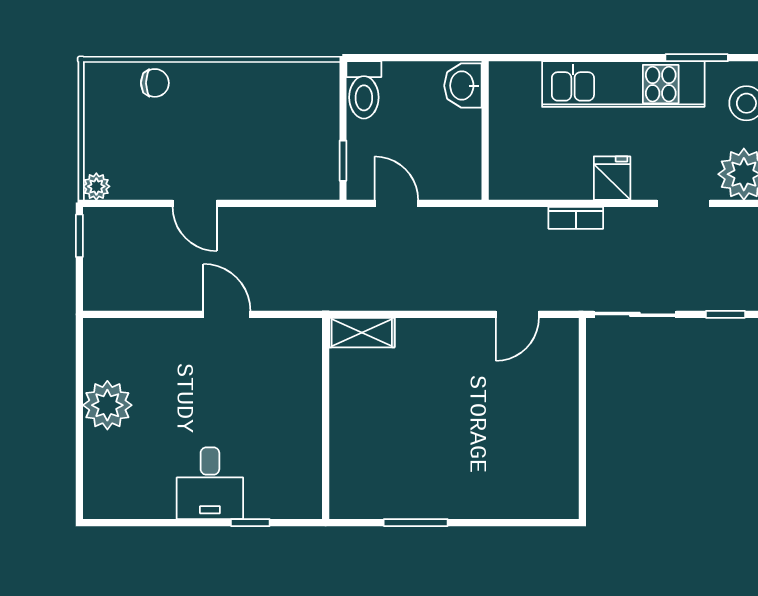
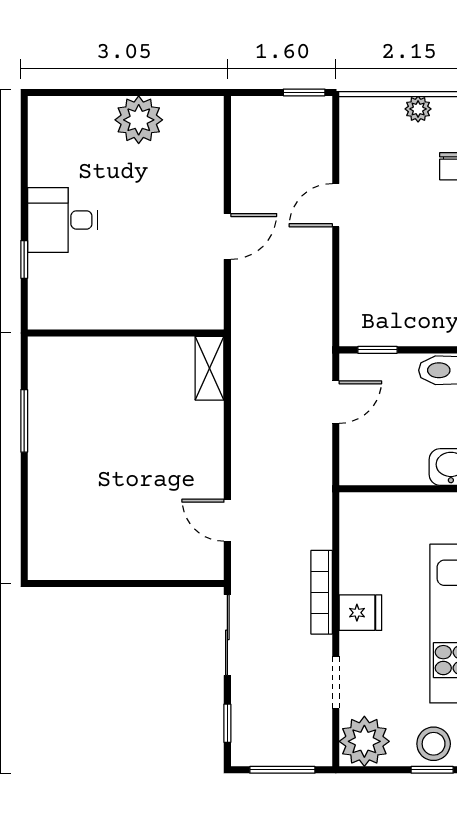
plant: (96, 186) -> (418, 109), moved
bookcase: (576, 218) -> (322, 592), width x1.56

